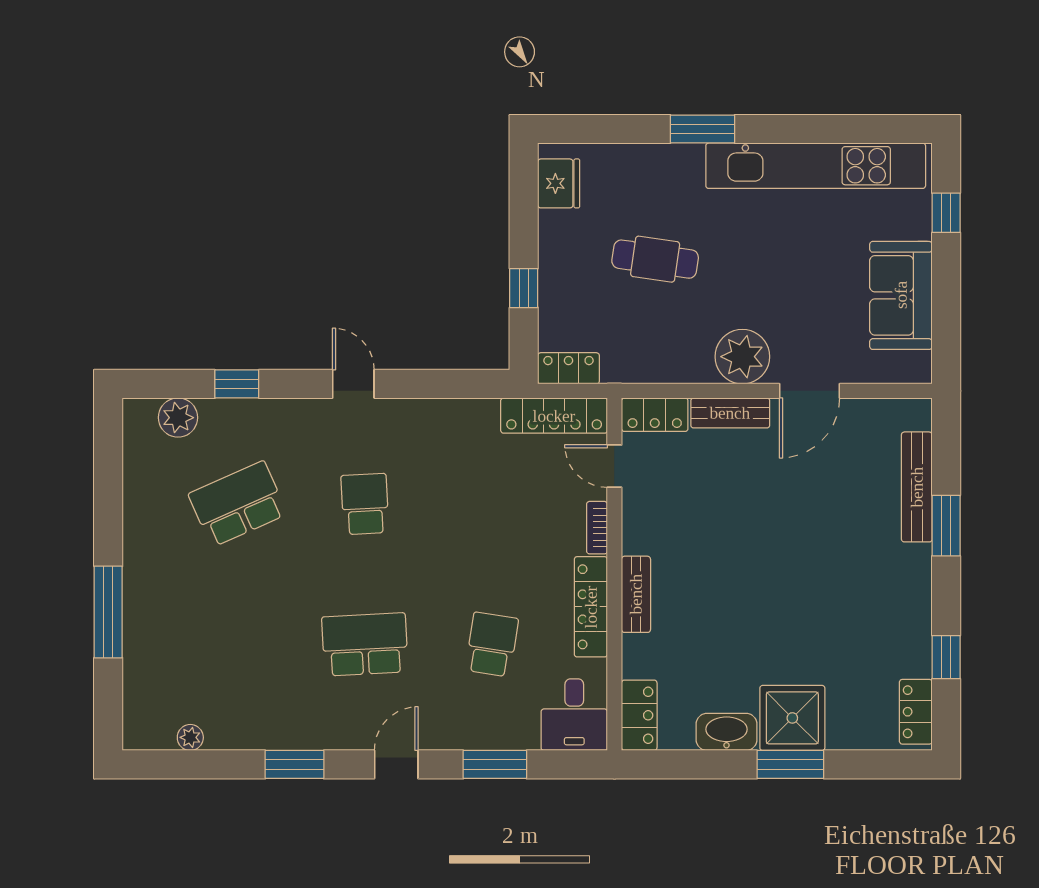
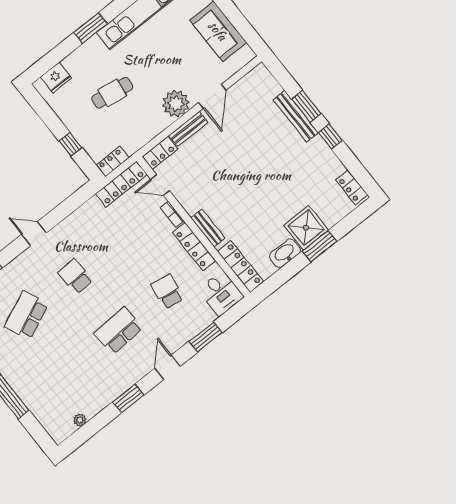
fridge: (559, 183) -> (56, 78), moved, turned 90
bench: (917, 487) -> (296, 116), moved
window: (946, 657) -> (330, 136), moved
locker: (639, 715) -> (240, 267), width x1.53

